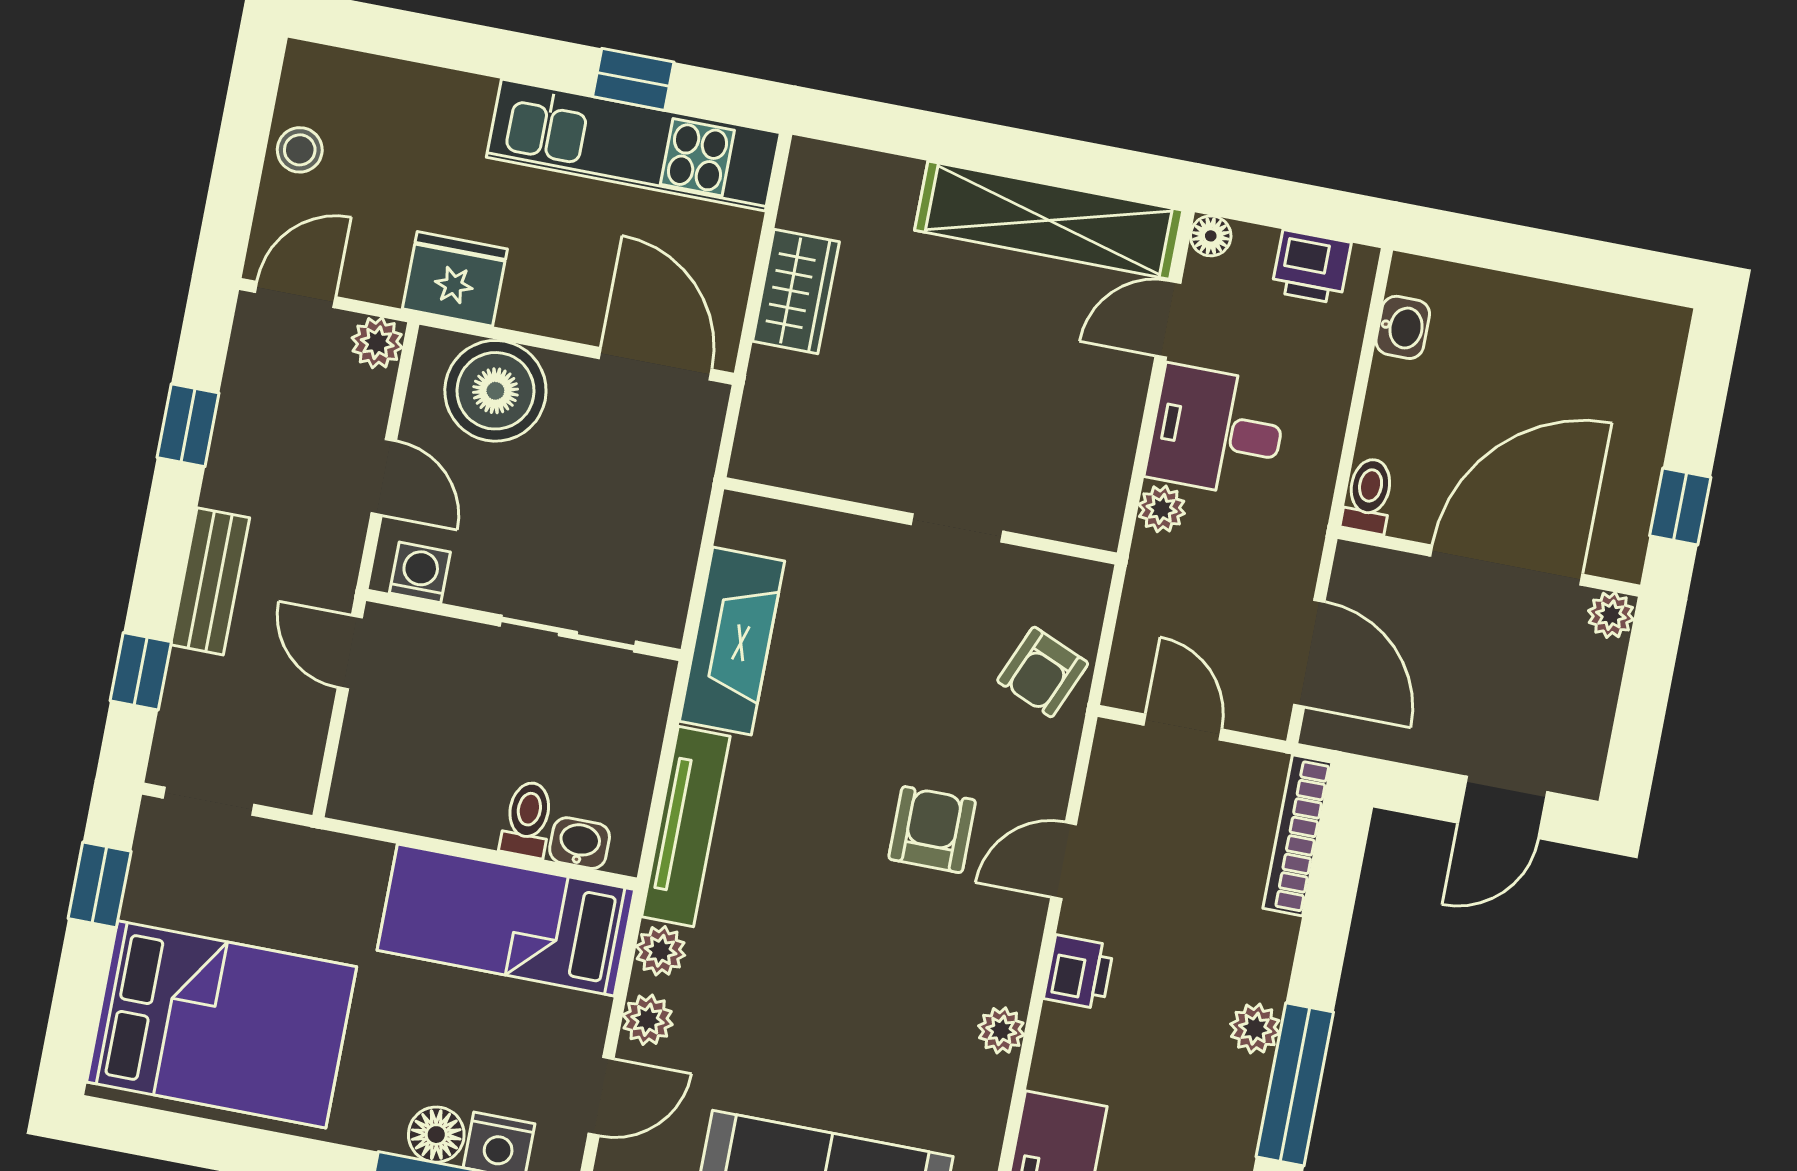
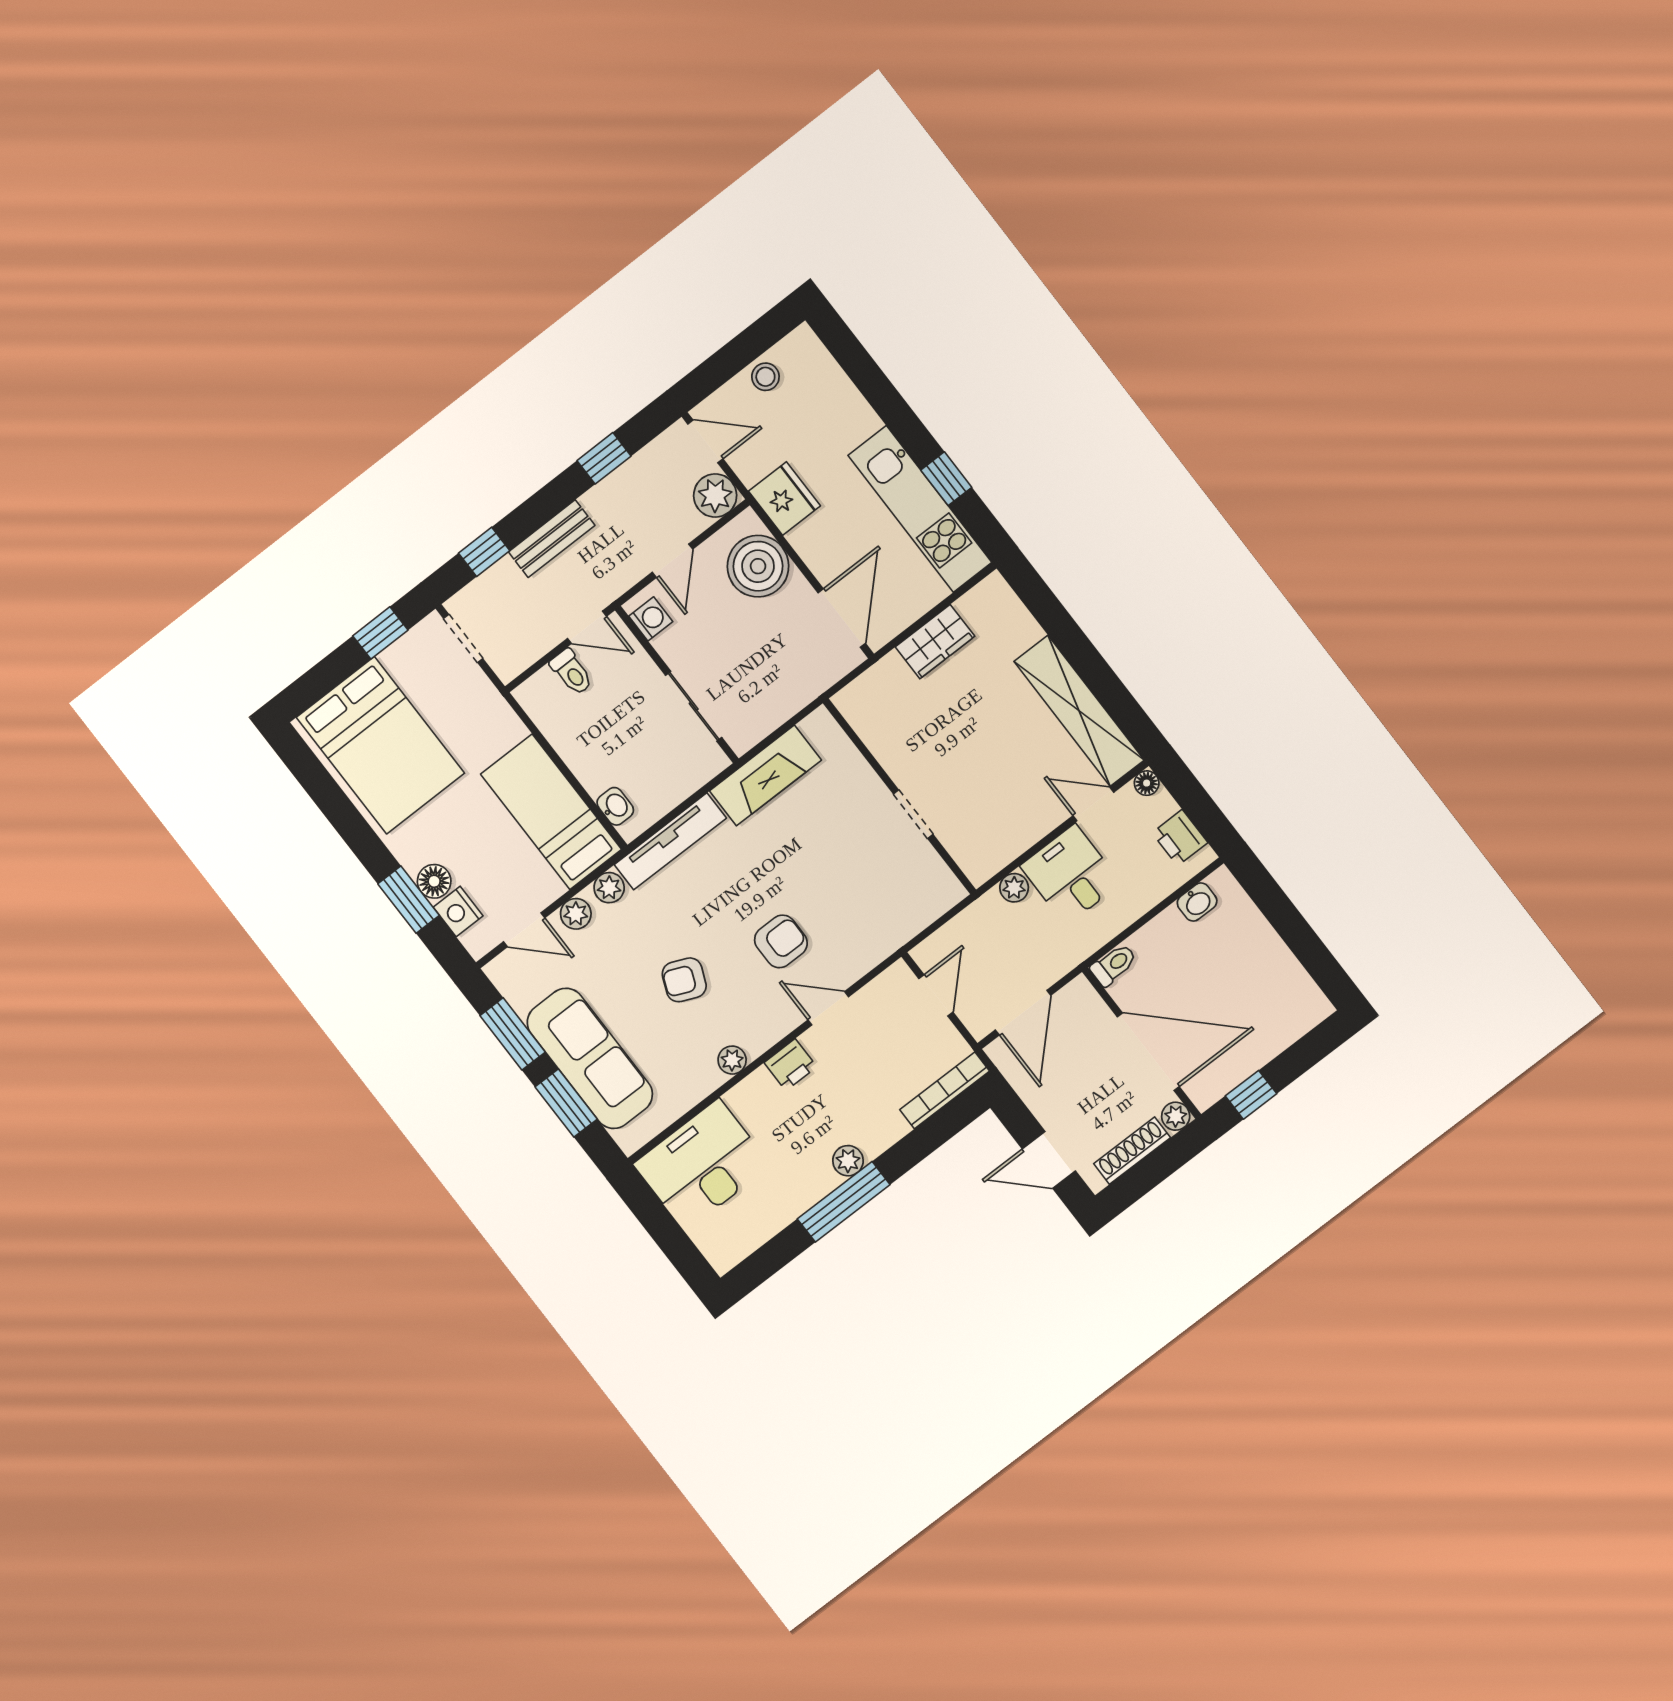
plant: (377, 343) -> (715, 496), width x1.38, depth x1.38
door: (350, 652) -> (587, 627), swing flipped
armchair: (1043, 672) -> (684, 980), moved
shoe rack: (1595, 705) -> (1132, 1151), added
toilet: (527, 819) -> (572, 672), moved, turned 90

